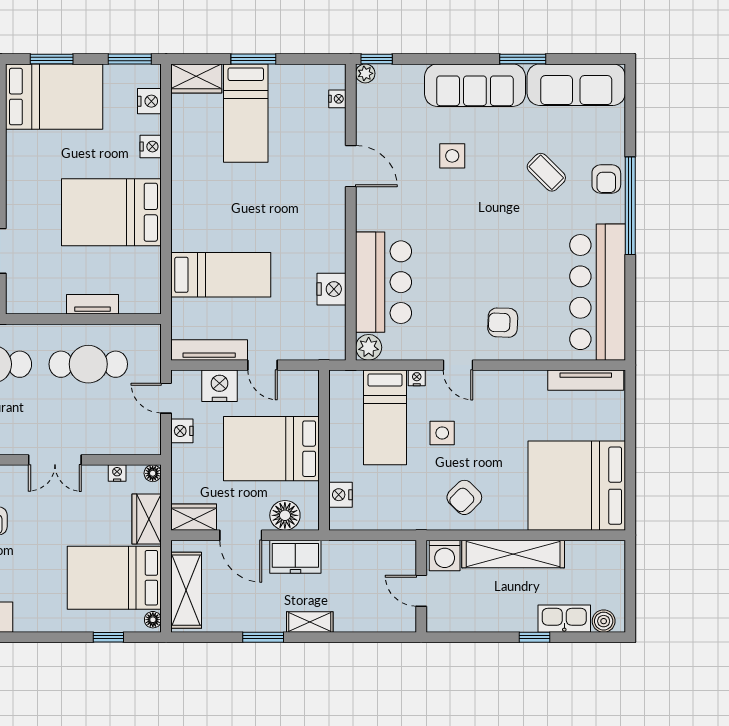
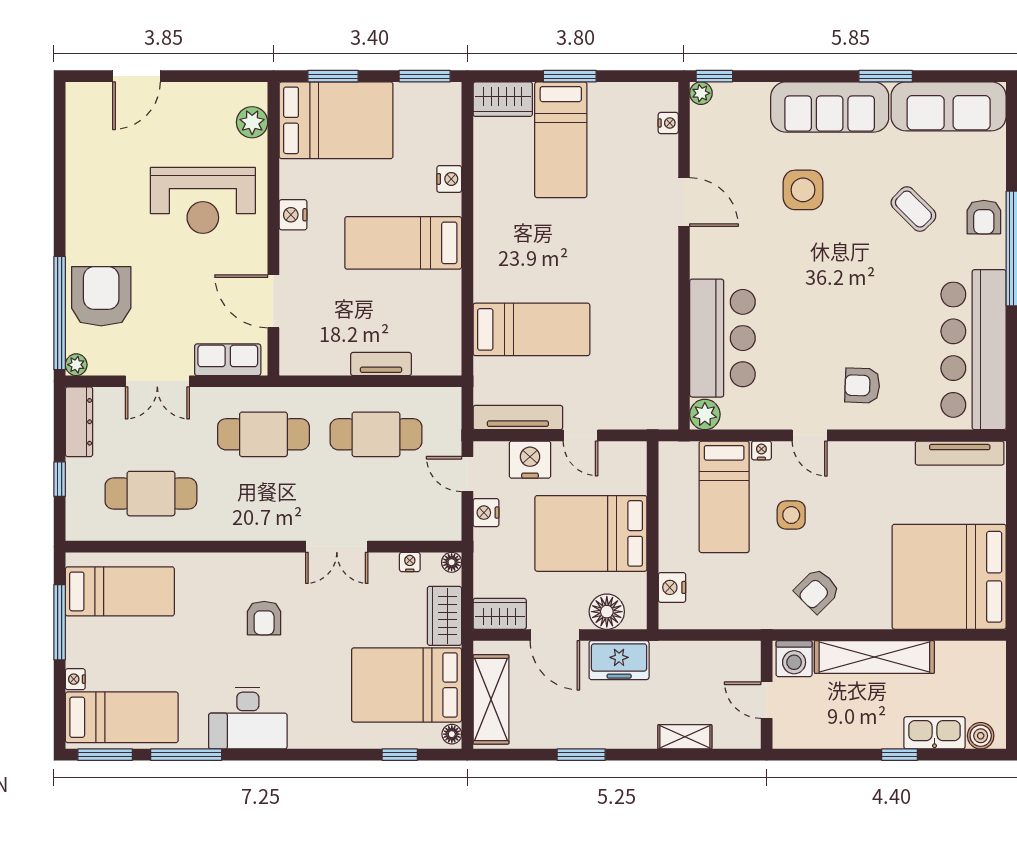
nightstand: (149, 101) -> (293, 215), moved, turned 180
side table: (452, 156) -> (803, 190), width x1.37, depth x1.37
bed: (111, 212) -> (403, 243), width x0.67
nightstand: (332, 289) -> (661, 346), removed
shelving: (310, 622) -> (685, 737), moved

